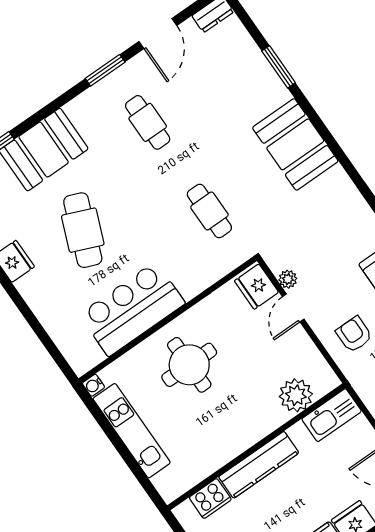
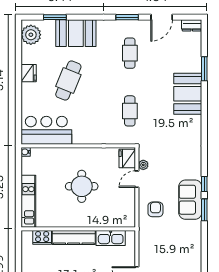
booth: (295, 144) -> (188, 94), moved
bar counter: (132, 309) -> (46, 130), moved
round table: (189, 365) -> (82, 186), moved
plant: (296, 395) -> (111, 218), removed
kitchen sink: (332, 415) -> (111, 238), moved
kitchen unit: (132, 431) -> (28, 201), moved

